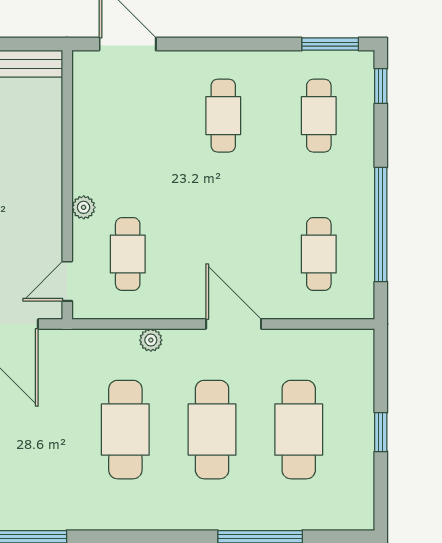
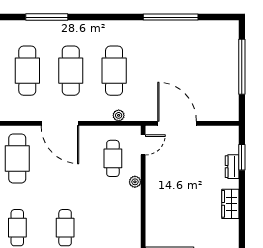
cafe table: (319, 254) -> (17, 158), width x1.37, depth x1.35
door: (234, 324) -> (60, 123), width x1.36
plant: (151, 340) -> (119, 115), moved

